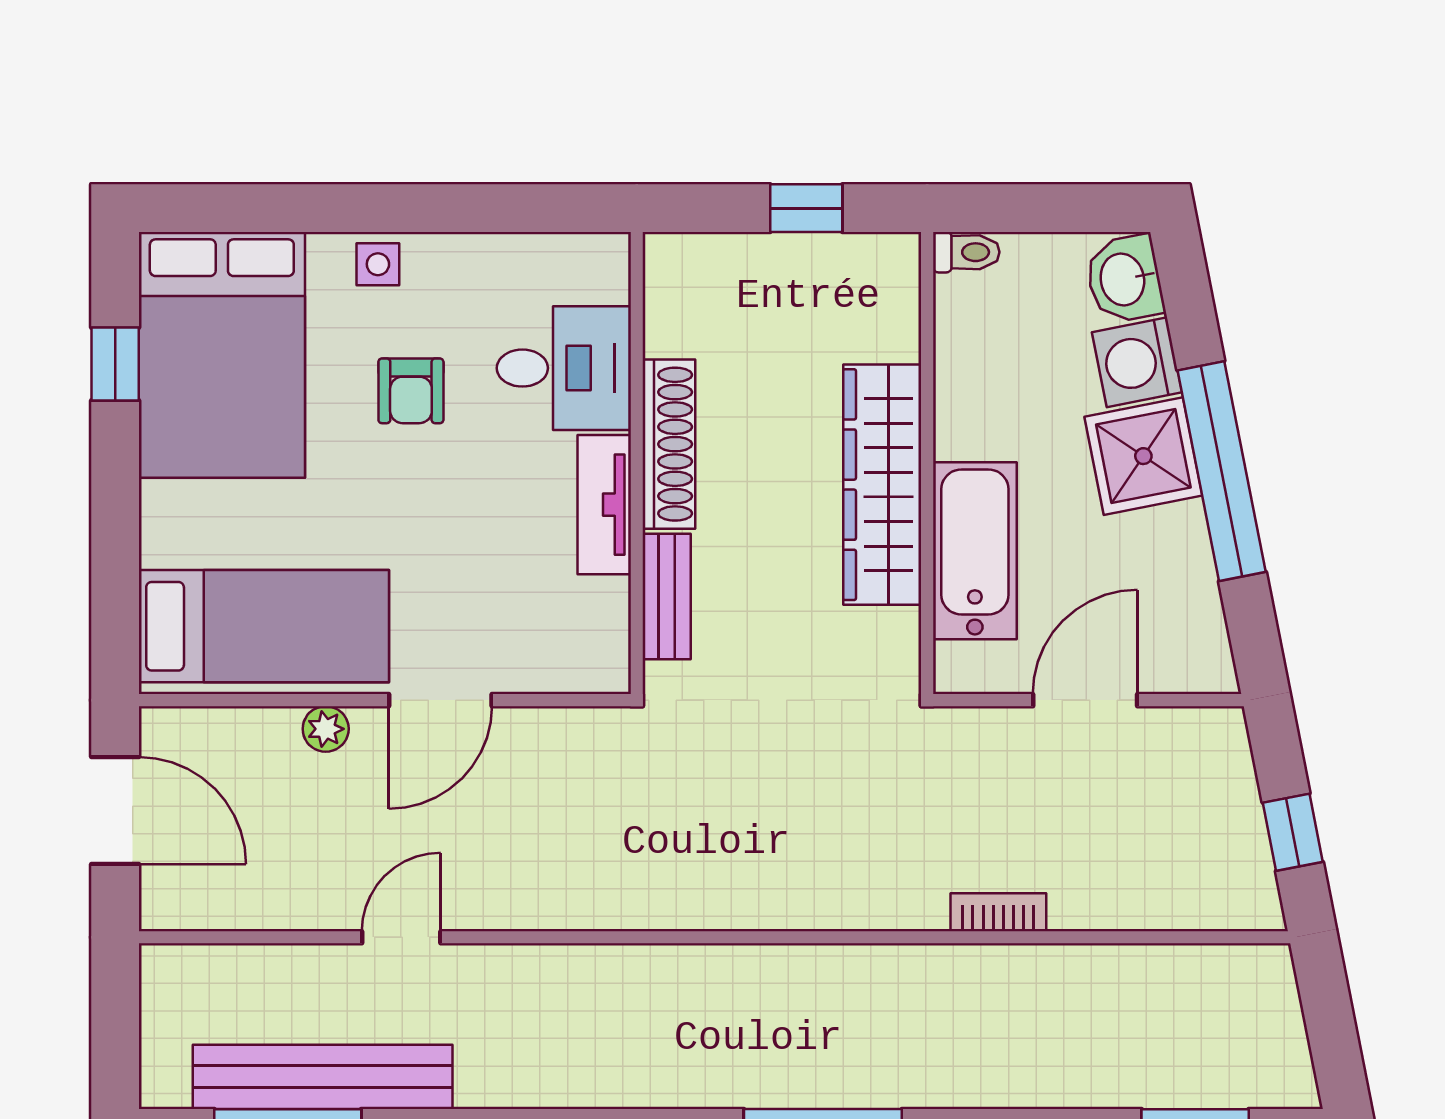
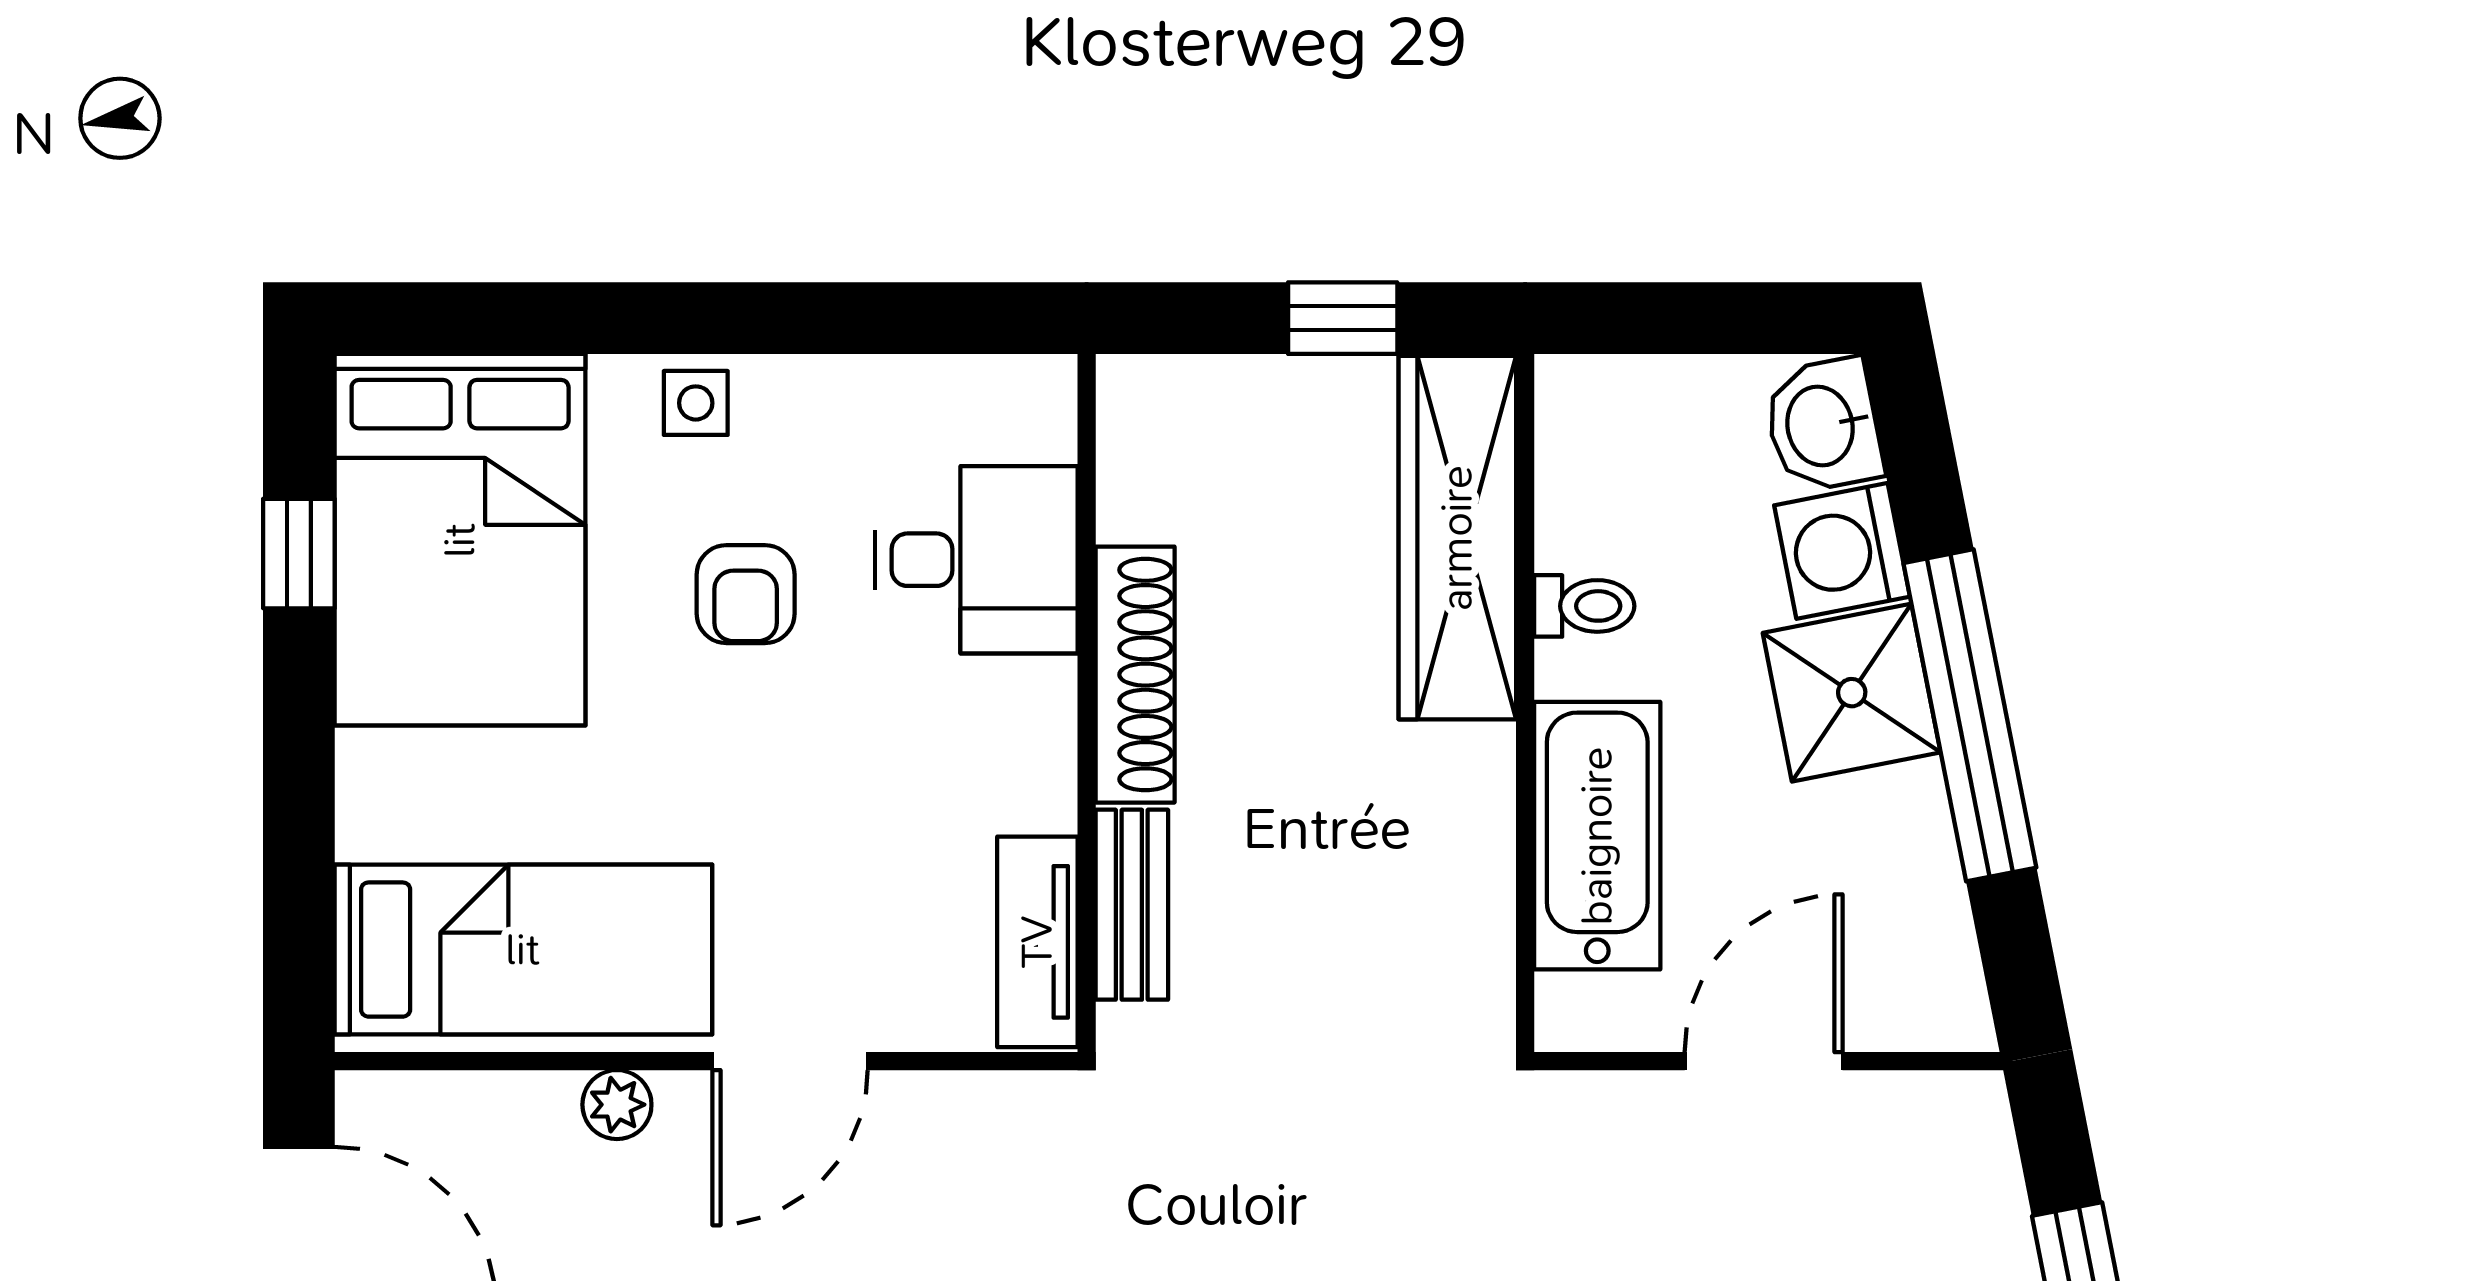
toilet: (966, 252) -> (1584, 606), moved
wardrobe: (882, 485) -> (1457, 538), moved
tv unit: (604, 505) -> (1037, 942), moved

